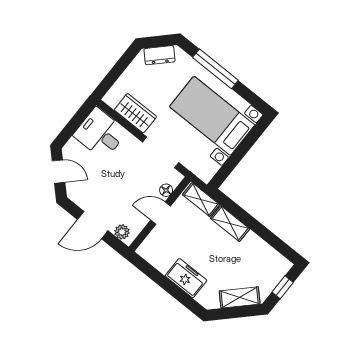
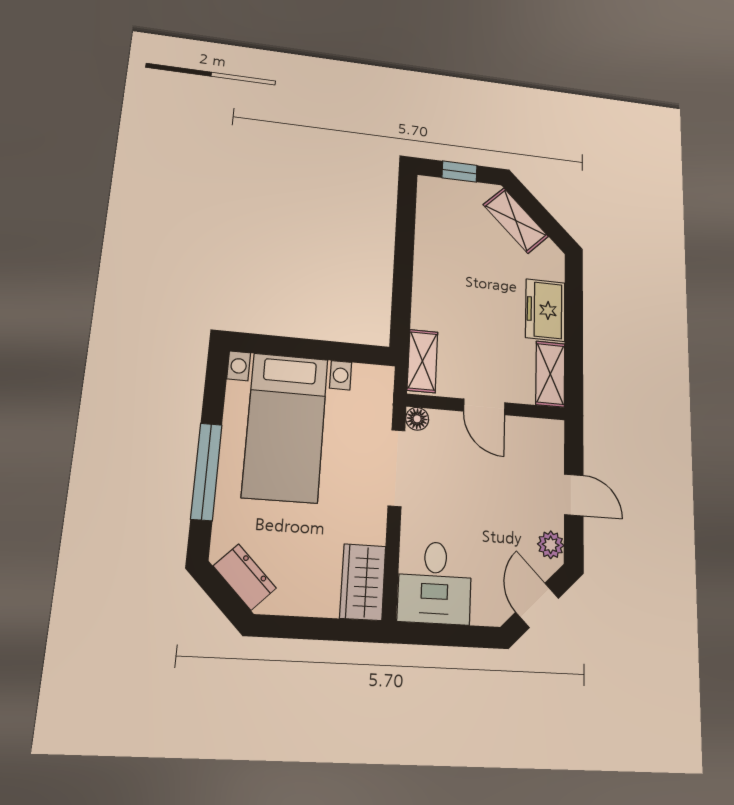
wardrobe: (135, 113) -> (363, 582), moved
floor lamp: (166, 190) -> (417, 419), moved
shelving: (230, 224) -> (550, 374), moved
door: (93, 225) -> (574, 495), width x0.73
plant: (122, 232) -> (551, 545), moved

